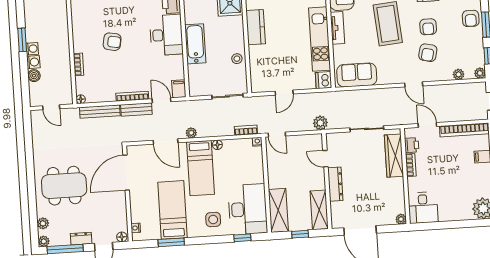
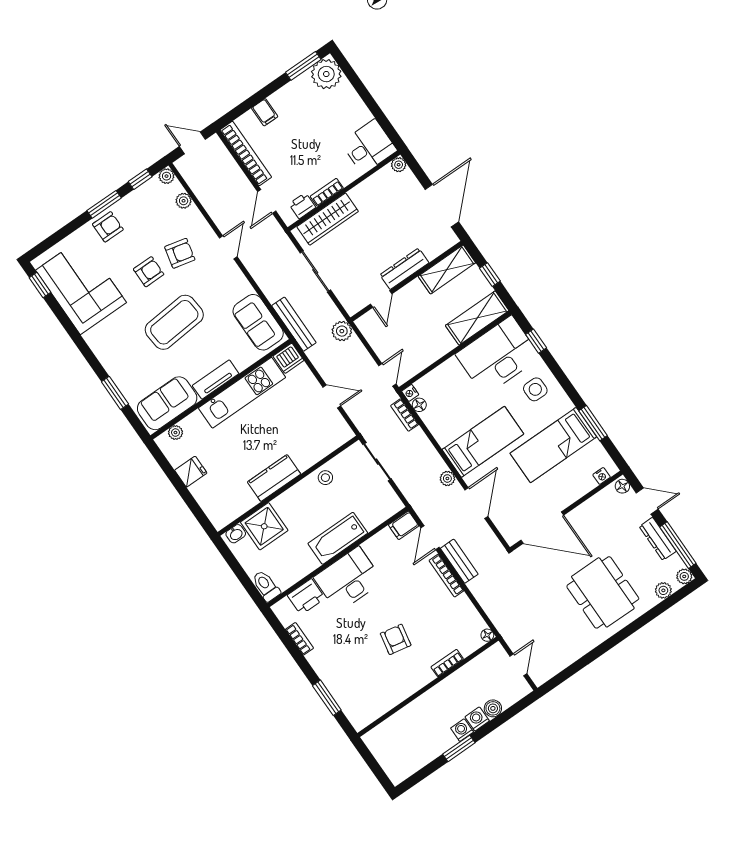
bench: (100, 111) -> (294, 324), moved
floor lamp: (217, 145) -> (419, 405), moved
dresser: (81, 239) -> (658, 539), width x1.44

